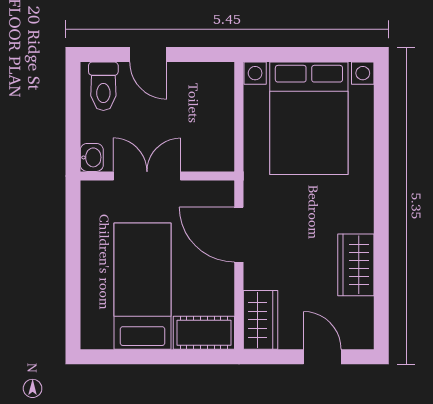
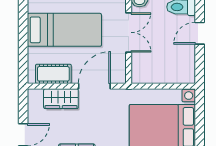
wardrobe: (260, 320) -> (61, 99), moved
cot: (204, 333) -> (53, 74), moved, turned 90

